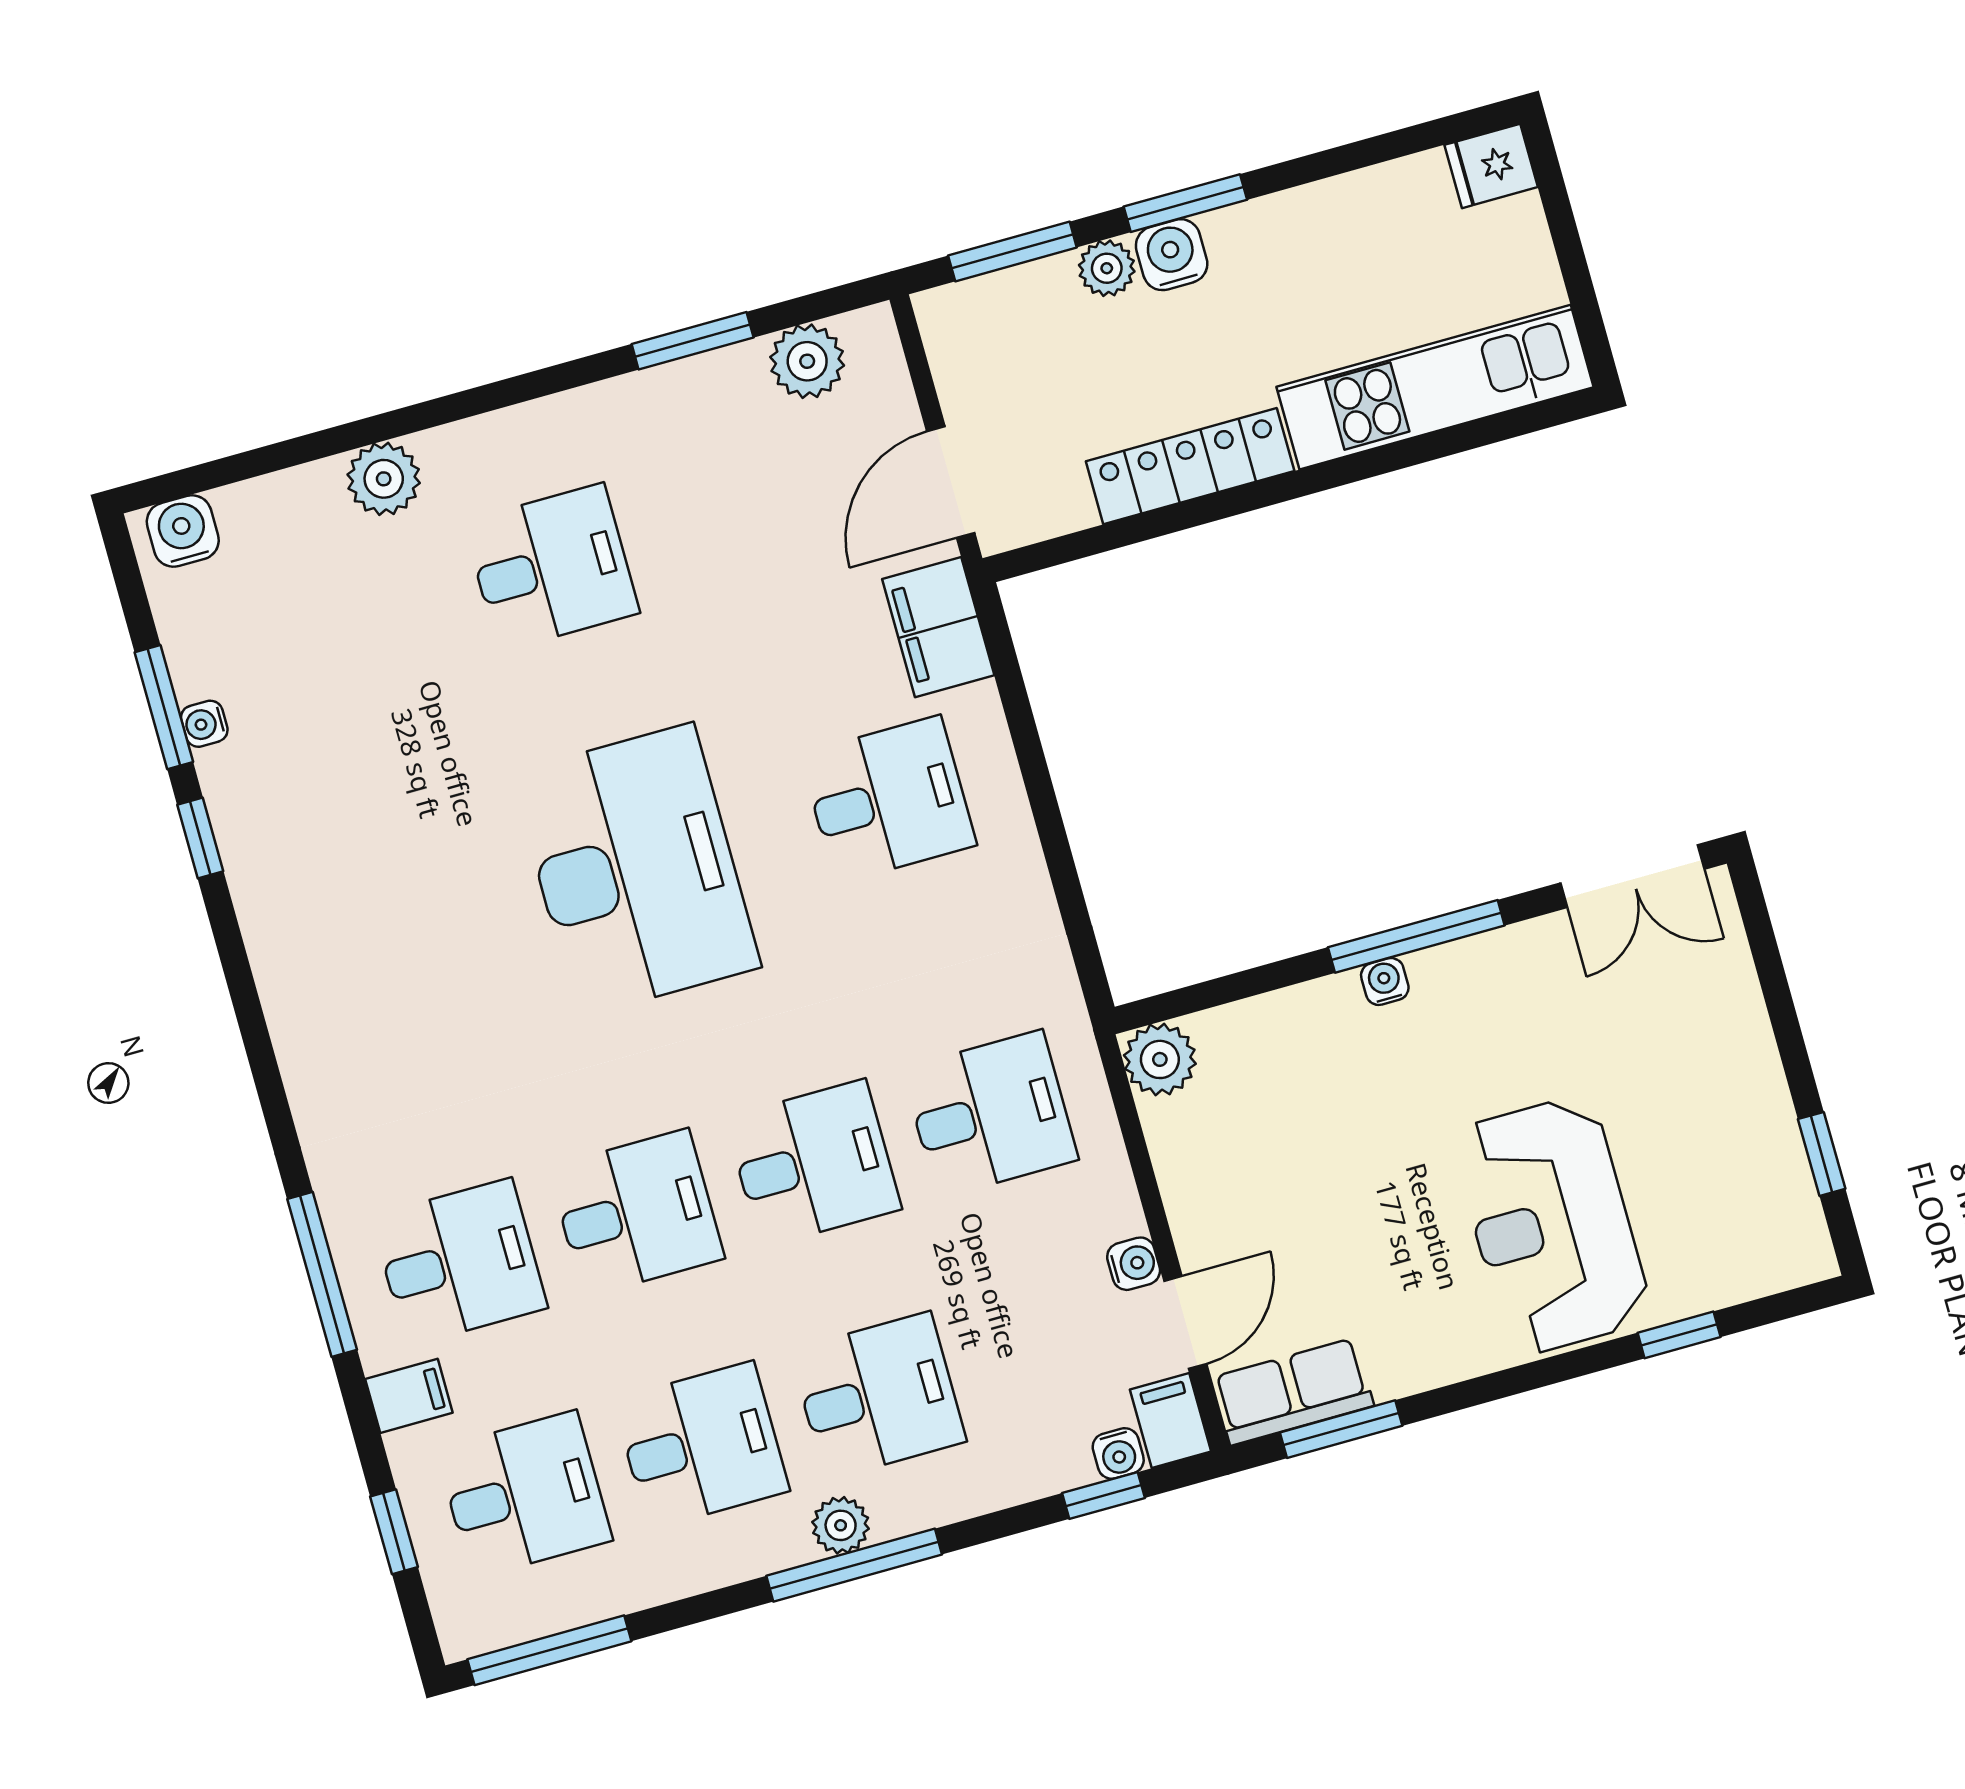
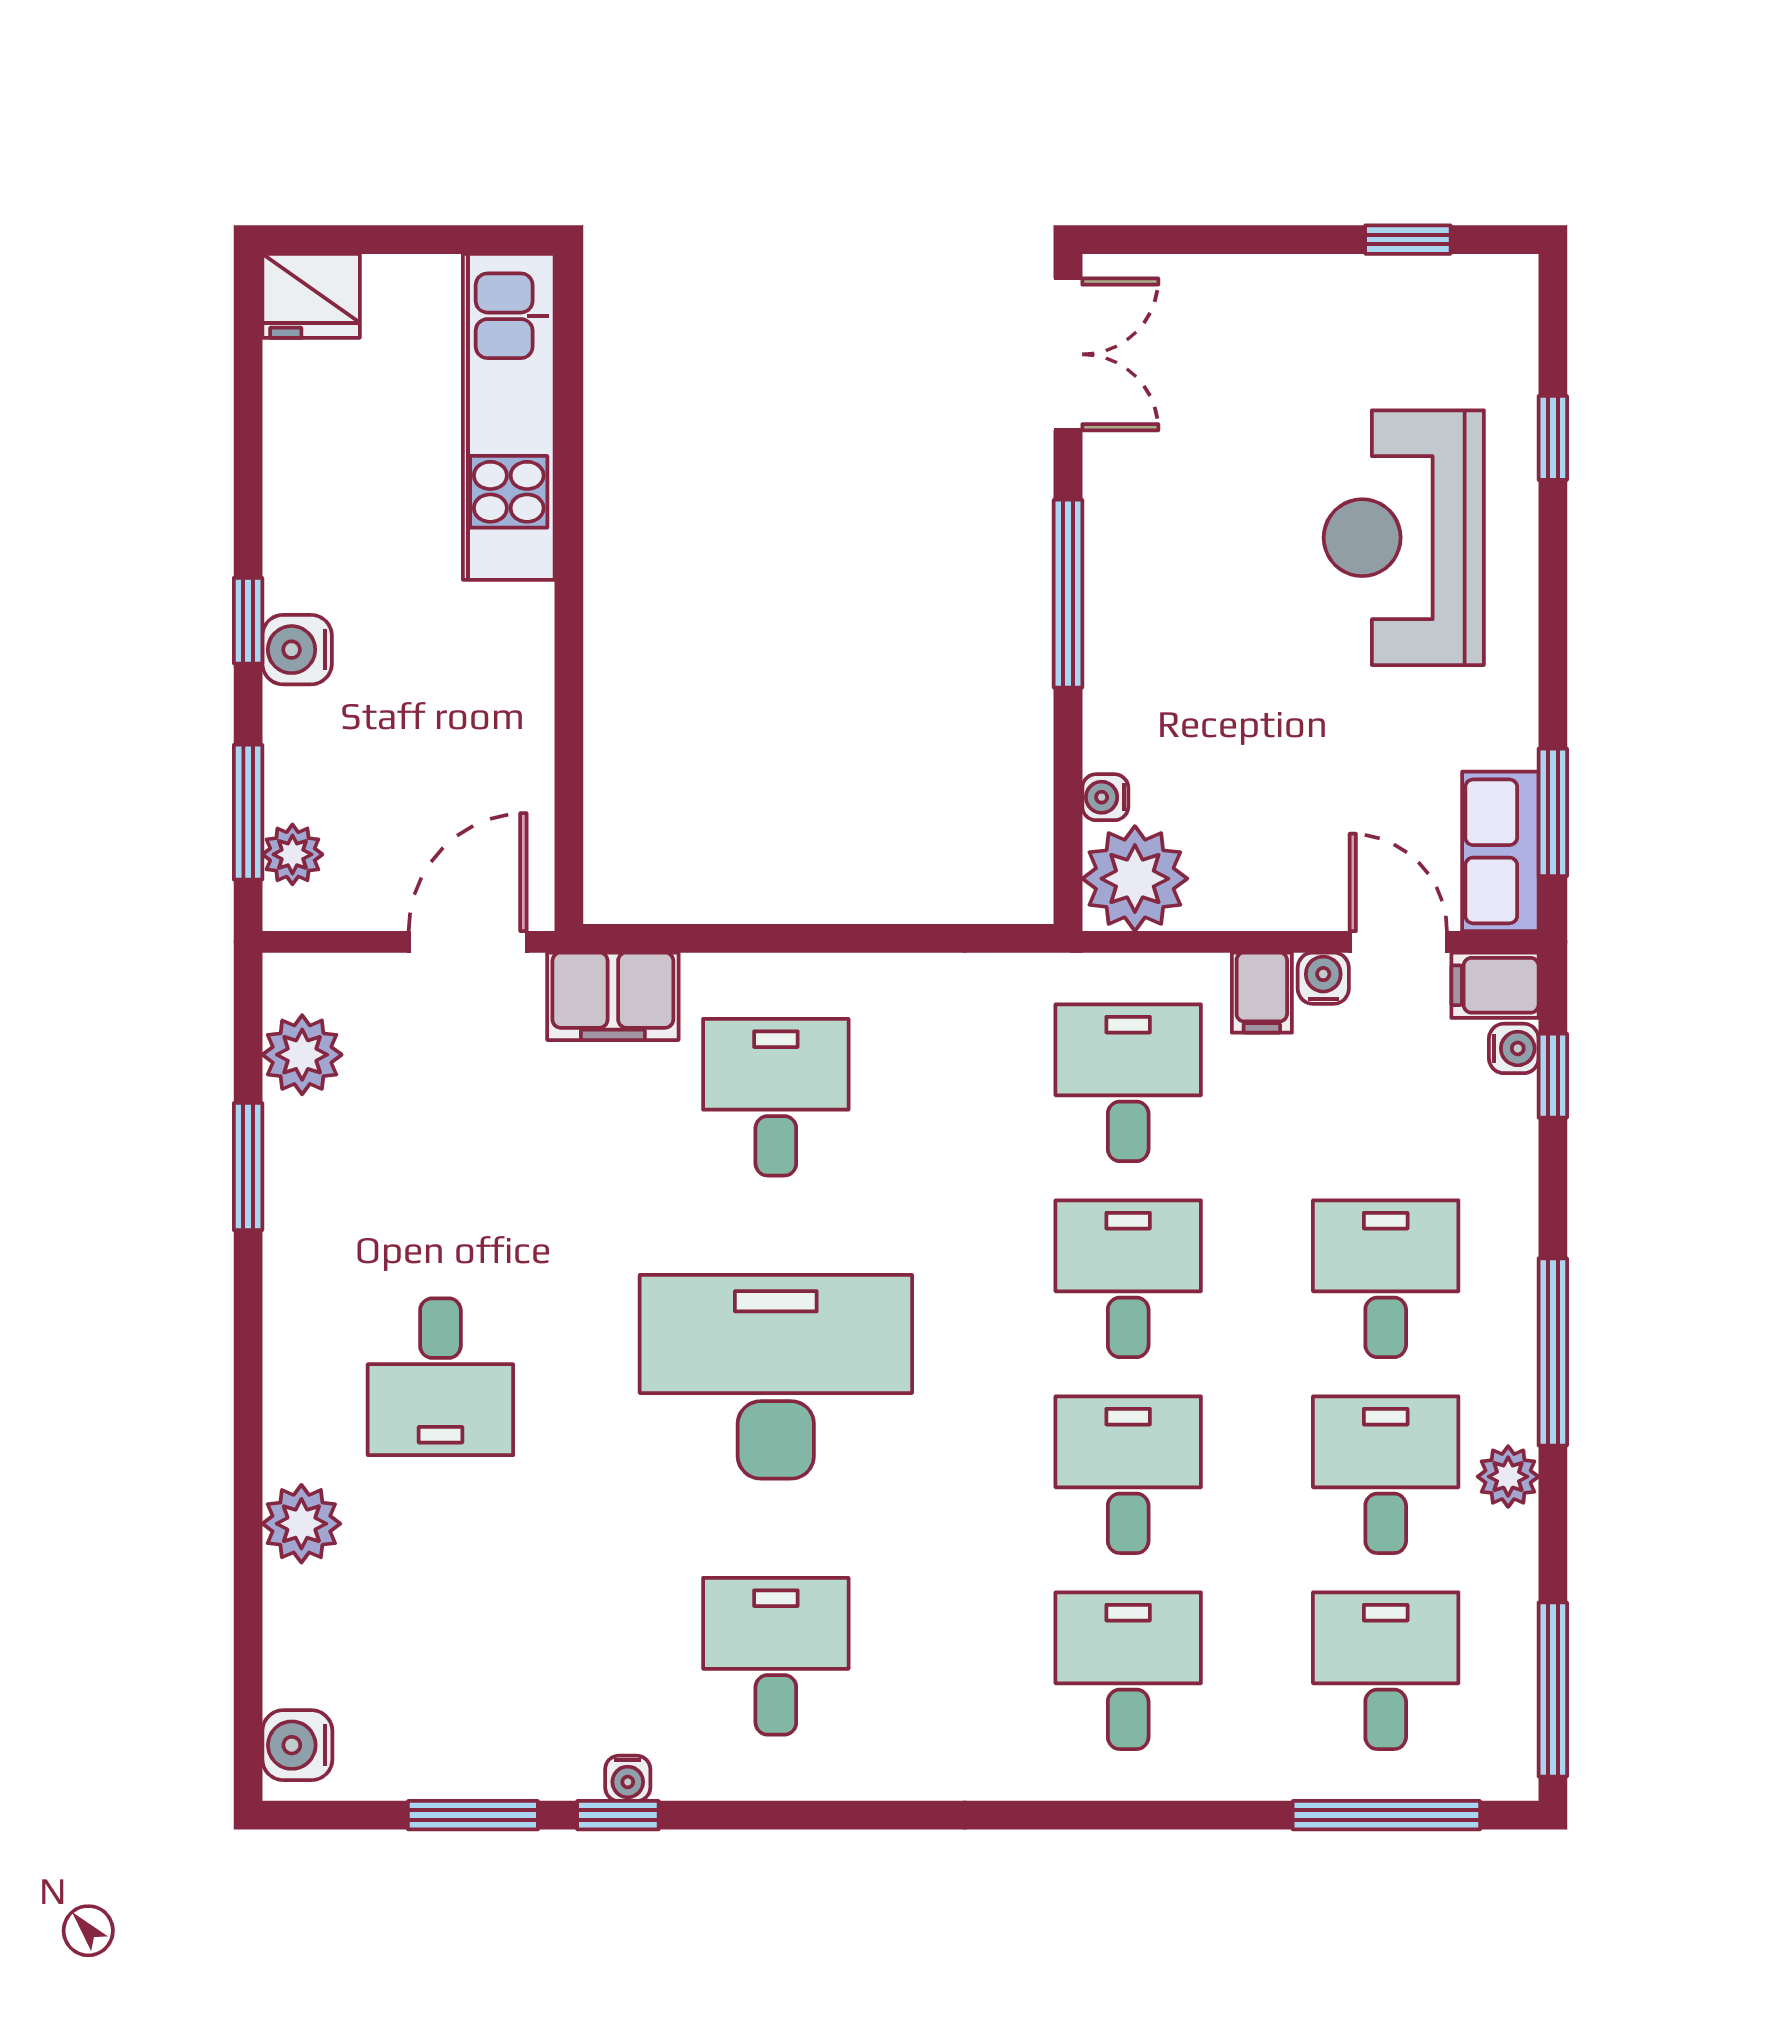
fridge: (1491, 166) -> (311, 296), width x1.38
window: (1185, 203) -> (248, 621), width x0.67
plant: (1107, 268) -> (292, 854), moved
locker: (1190, 466) -> (520, 691), removed
door: (951, 482) -> (468, 942), swing flipped
desk: (551, 567) -> (440, 1377), turned 180
water cooler: (204, 724) -> (628, 1778), moved
desk: (384, 941) -> (776, 1656), added
water cooler: (1385, 982) -> (1105, 797), moved
plant: (1160, 1059) -> (1135, 879), width x1.36, depth x1.36
reception desk: (1552, 1225) -> (1404, 538), turned 90
window: (322, 1274) -> (1101, 1815), removed
filing cabinet: (409, 1396) -> (1262, 993), moved, turned 180
plant: (841, 1525) -> (1508, 1477), moved
window: (394, 1532) -> (1386, 1815), width x2.17

